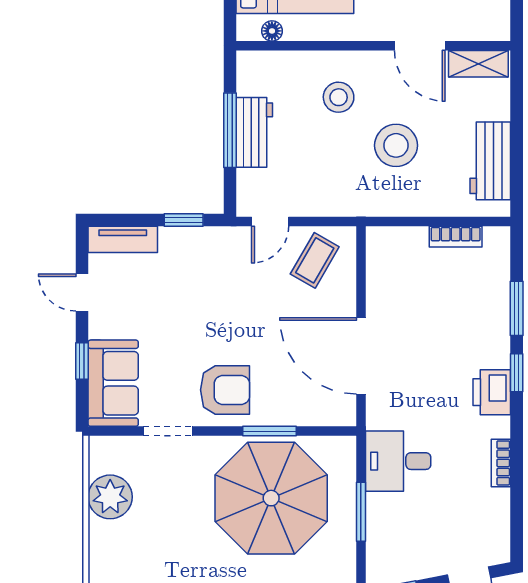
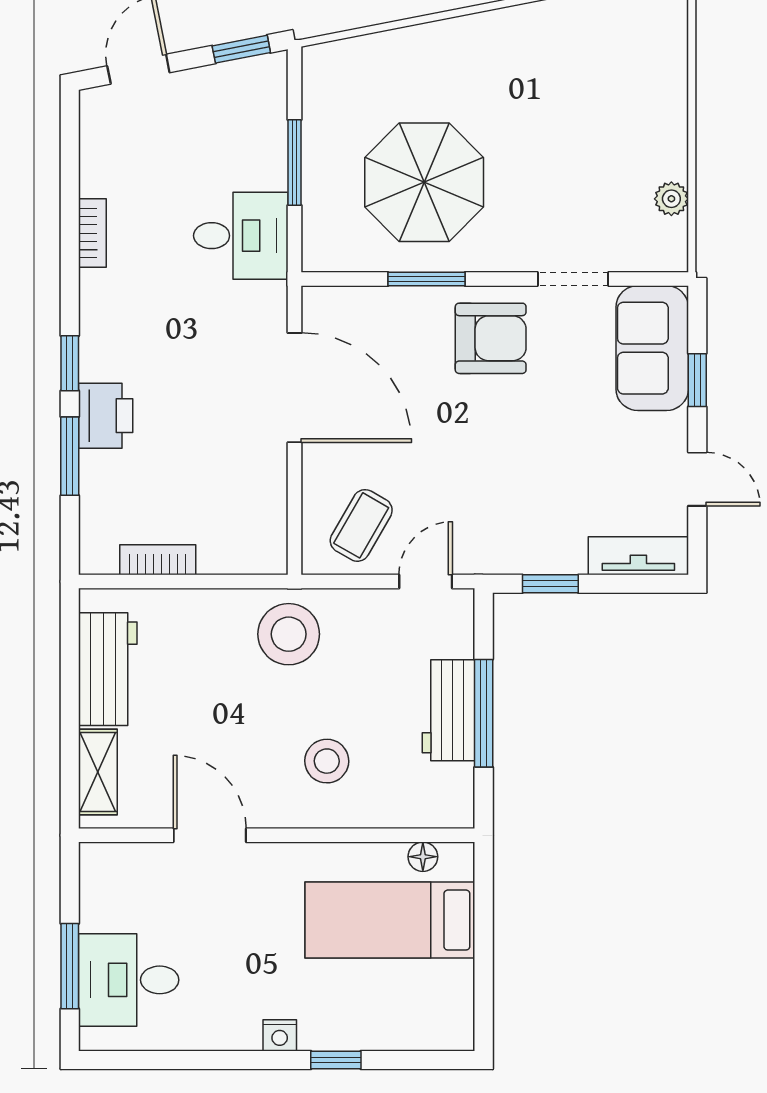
shelving: (478, 64) -> (98, 772), moved, turned 90
stool: (396, 145) -> (289, 634), moved
armchair: (225, 390) -> (491, 338), turned 180
printer: (492, 392) -> (106, 416), moved
plant: (110, 497) -> (671, 199), width x0.53, depth x0.53
parasol: (271, 498) -> (424, 182), width x0.73, depth x0.73

